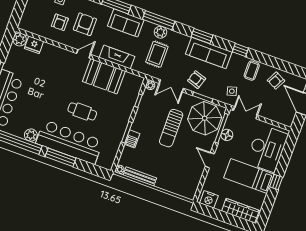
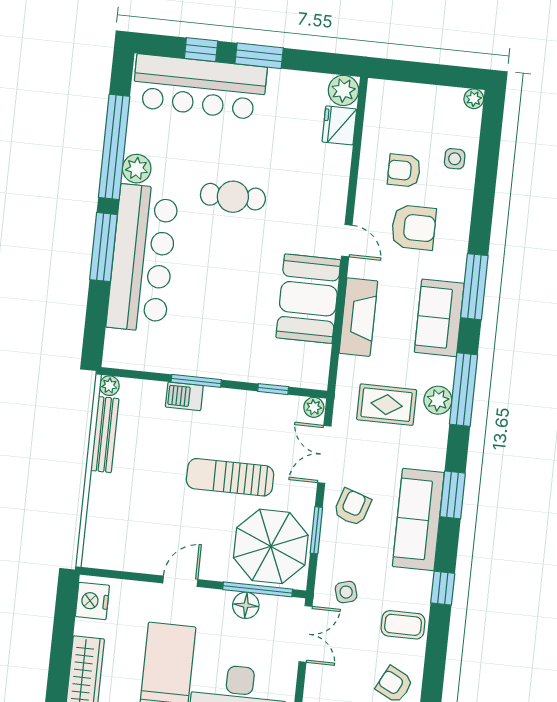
cafe table: (82, 111) -> (233, 197), moved, turned 90

